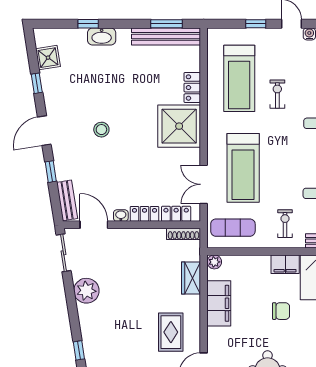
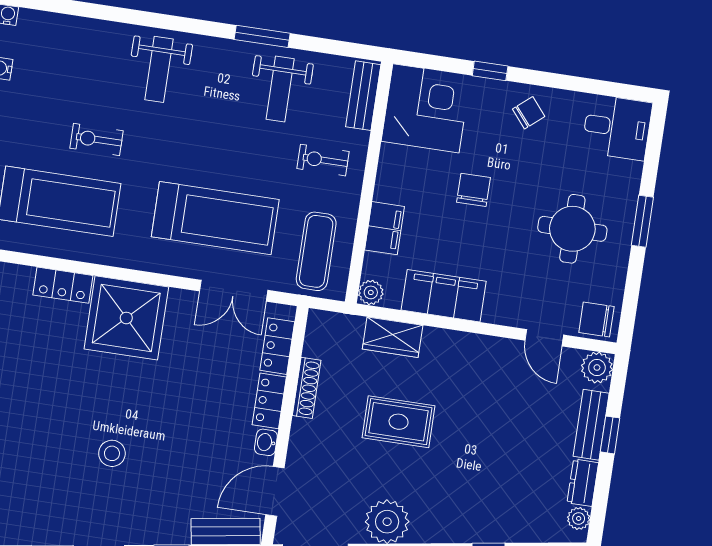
shoe rack: (183, 234) -> (307, 388), moved
filing cabinet: (285, 264) -> (385, 228), moved
rug: (171, 332) -> (399, 422), moved

